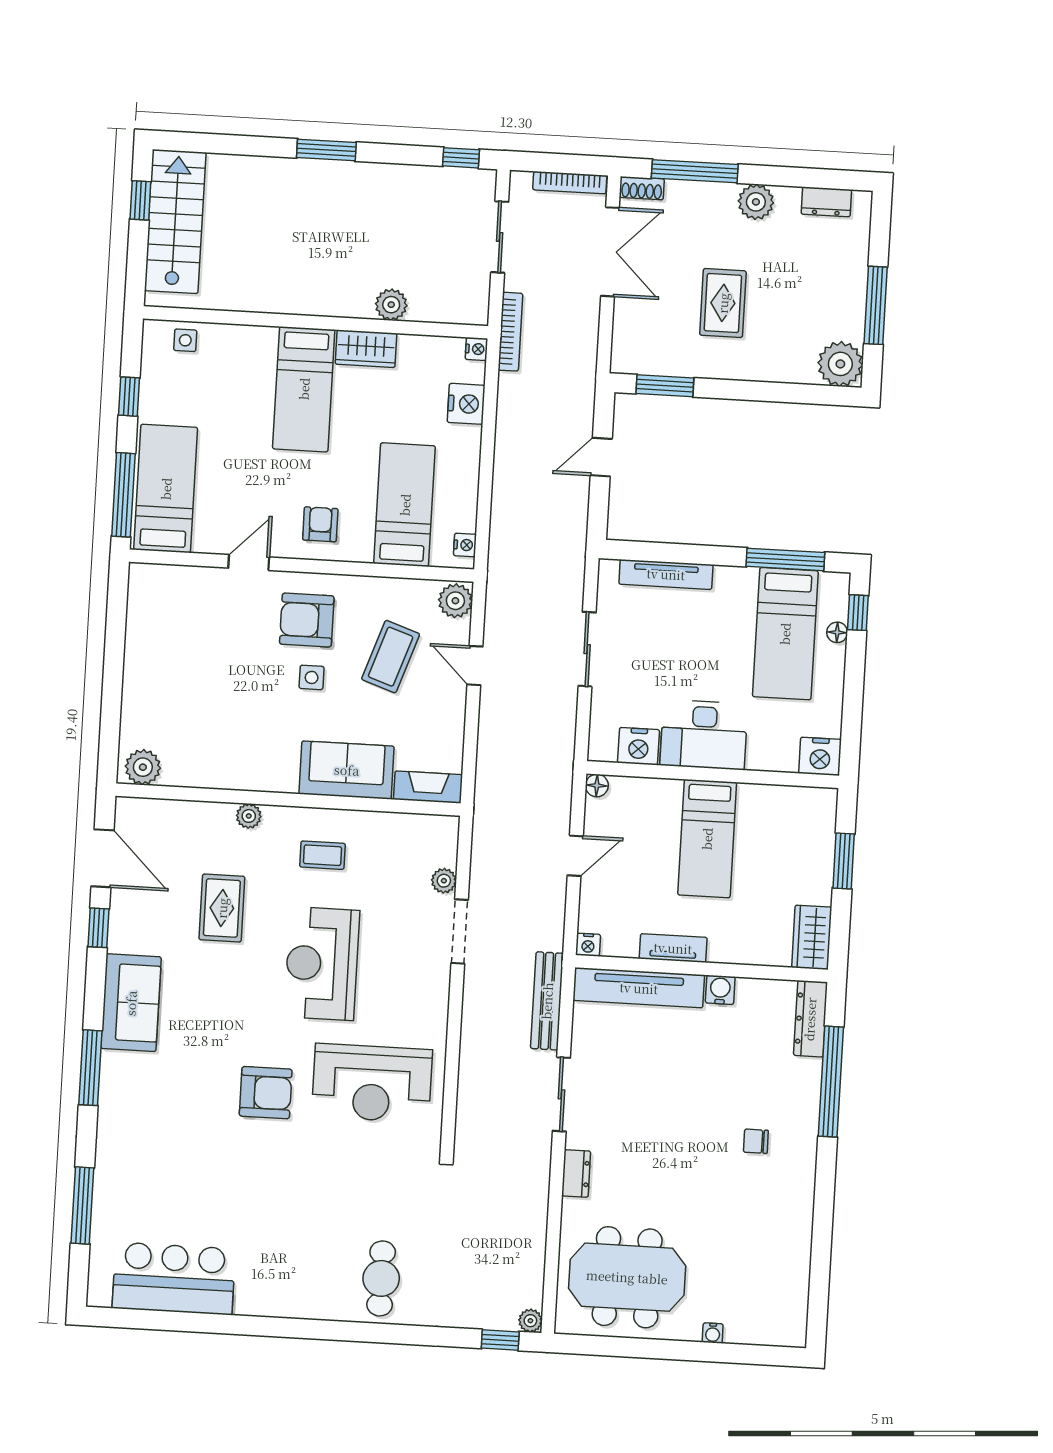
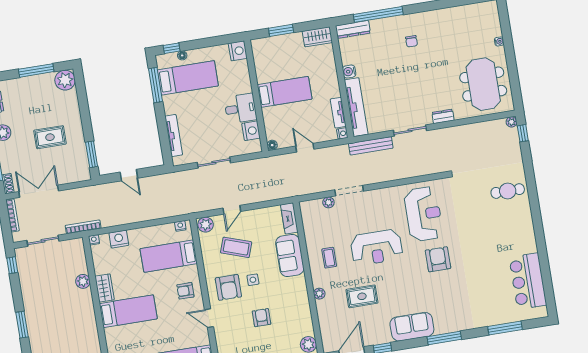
armchair: (224, 678) -> (262, 318), added
desk: (704, 735) -> (241, 109), width x0.73
tv unit: (673, 948) -> (338, 113), moved

